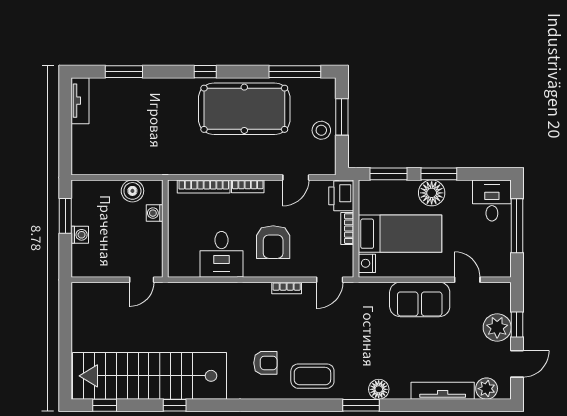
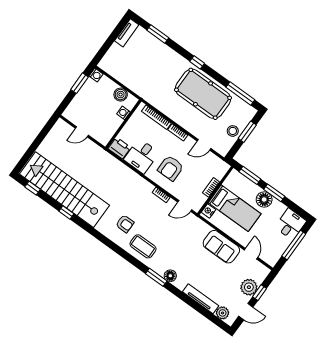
printer: (341, 196) -> (119, 148), moved, turned 90
washing machine: (80, 235) -> (96, 75), moved
door: (142, 280) -> (82, 132), moved

